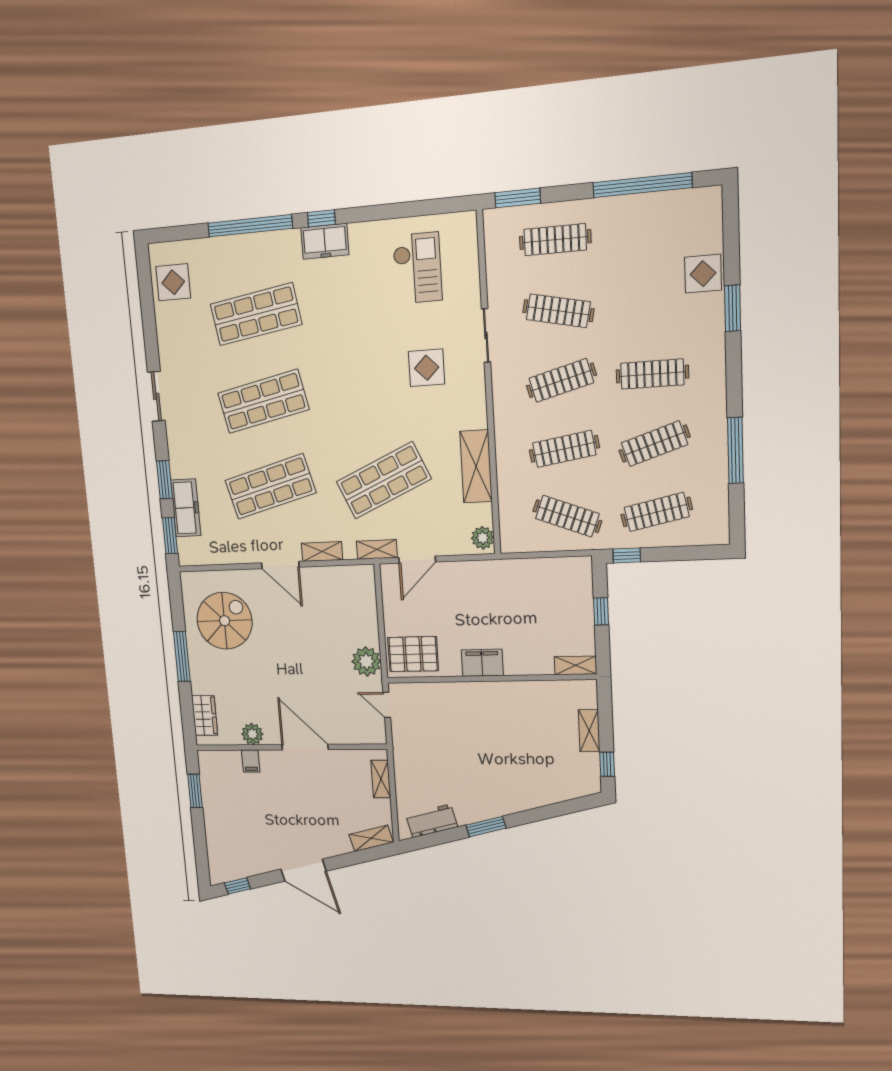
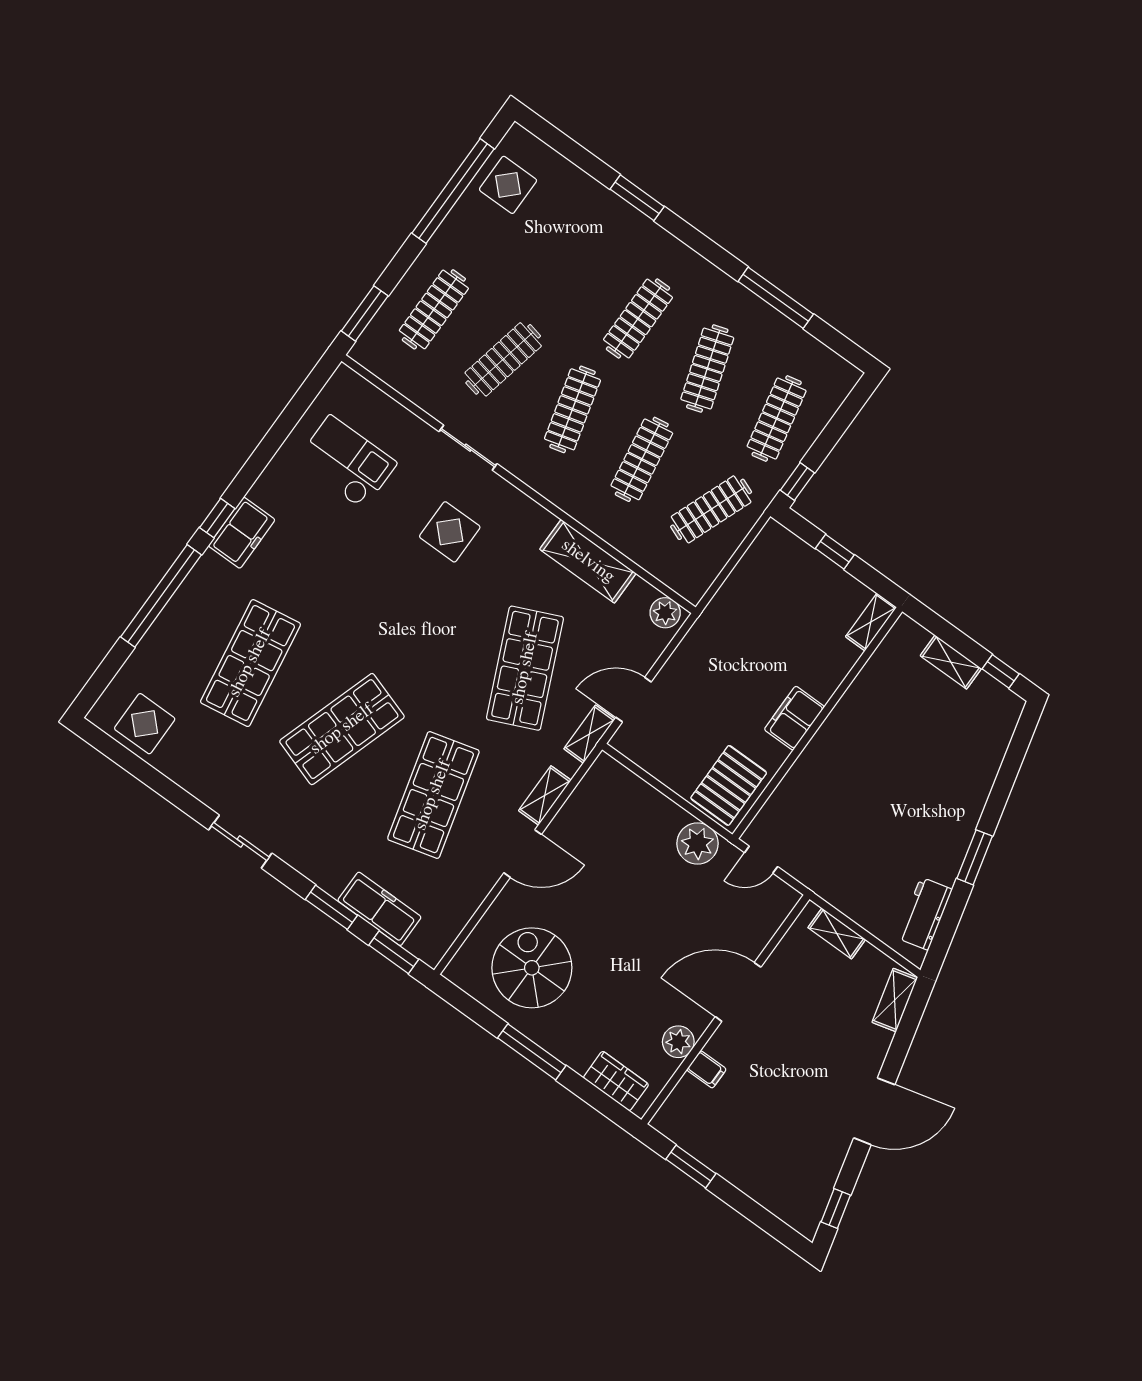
display table: (703, 274) -> (508, 185), moved
shop shelf: (263, 401) -> (342, 729), turned 30
door: (417, 560) -> (634, 700), swing flipped

